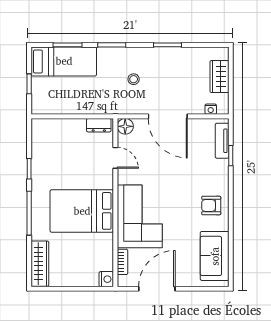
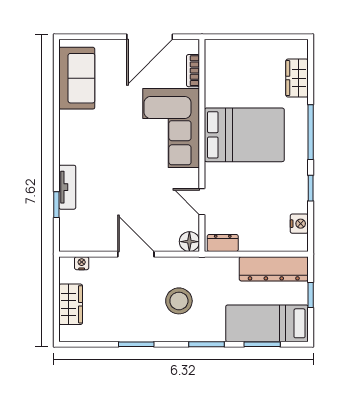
stool: (134, 79) -> (179, 301), width x1.89, depth x1.89
dresser: (58, 105) -> (274, 269), added
door: (168, 116) -> (136, 254), width x0.73
tv unit: (222, 141) -> (67, 187), moved
armchair: (211, 205) -> (81, 142), removed
wardrobe: (40, 264) -> (297, 78), width x0.67
nightstand: (106, 279) -> (299, 224), moved, turned 180

